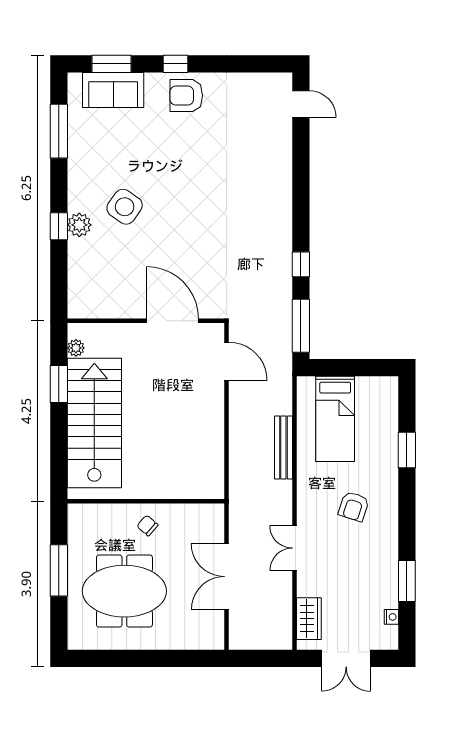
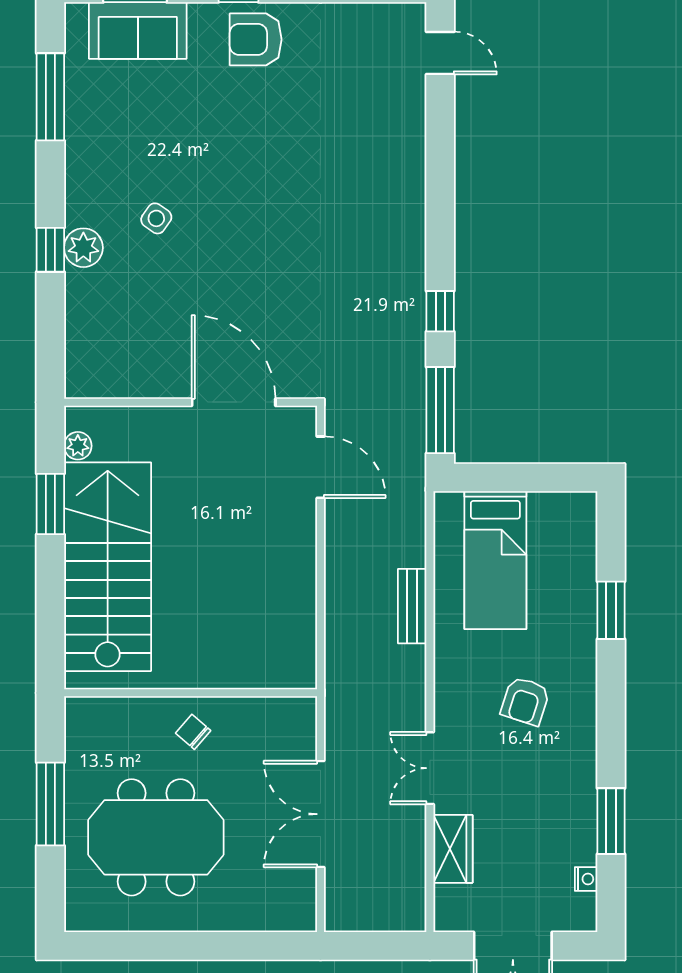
side table: (125, 207) -> (156, 218), width x0.54, depth x0.54
bench: (283, 447) -> (412, 606), width x0.73
wardrobe: (309, 619) -> (453, 849), moved

